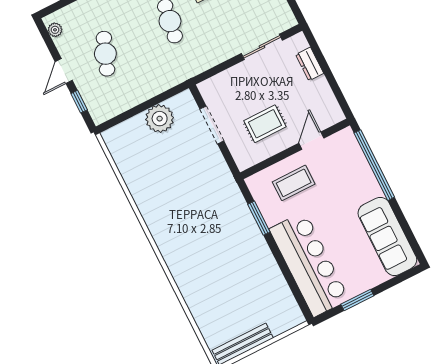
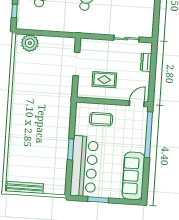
plant: (160, 119) -> (30, 43), moved
door: (311, 141) -> (137, 104), moved
window: (259, 218) -> (71, 149), moved

